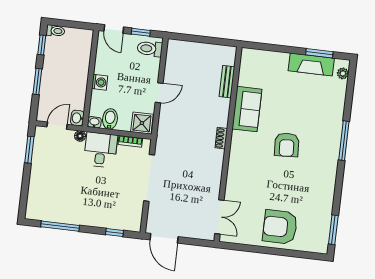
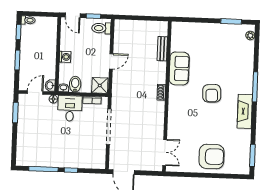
fireplace: (311, 64) -> (245, 111), moved, turned 90
armchair: (280, 227) -> (211, 157), turned 180
window: (115, 232) -> (71, 170), moved

